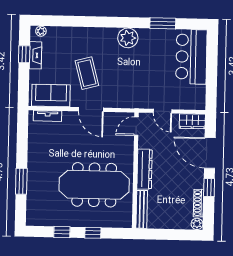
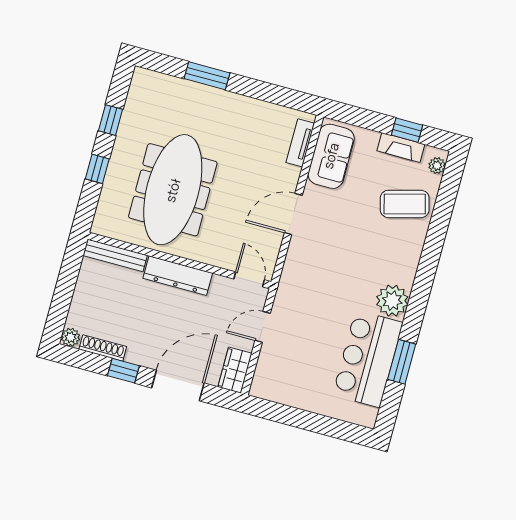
bar counter: (191, 57) -> (368, 359), moved, turned -90
coffee table: (87, 73) -> (405, 204), moved

